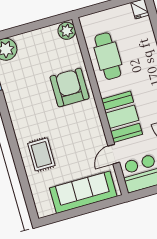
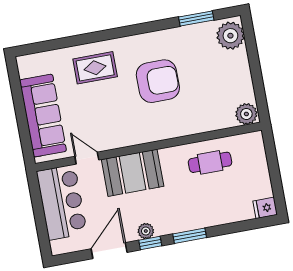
cafe table: (108, 56) -> (210, 162), width x0.73, depth x0.74
armchair: (70, 88) -> (158, 81), moved

